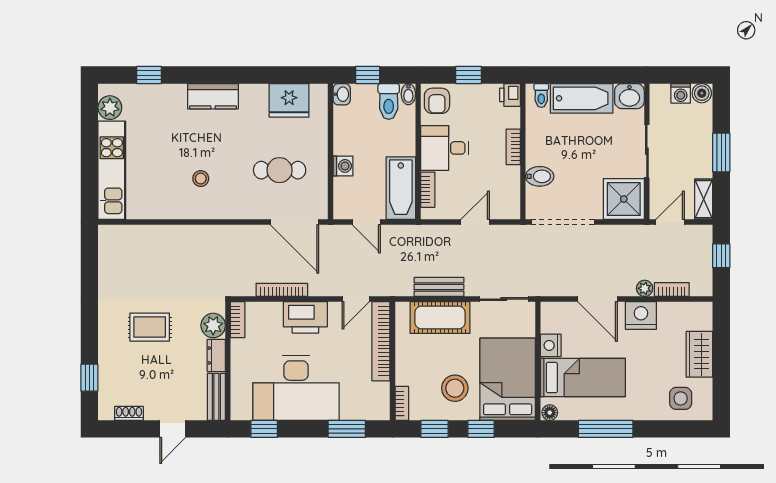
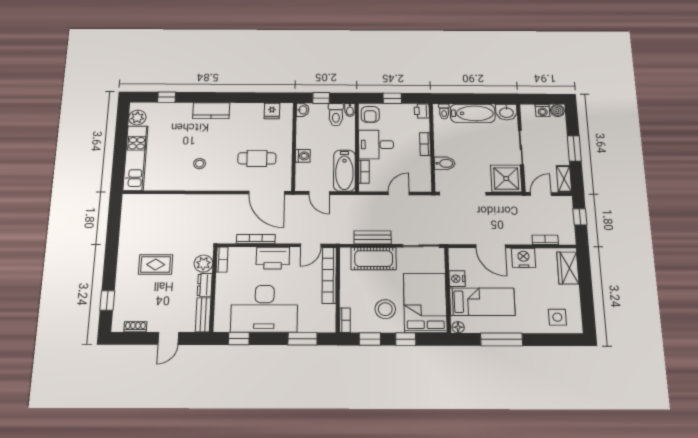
fridge: (289, 100) -> (272, 111), width x0.53, depth x0.75
plant: (645, 288) -> (525, 239), removed
wardrobe: (699, 354) -> (568, 268), moved

